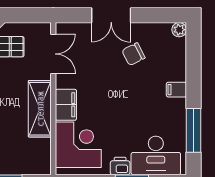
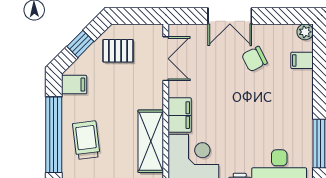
filing cabinet: (176, 90) -> (302, 60), moved
shelving: (40, 109) -> (151, 141), moved

